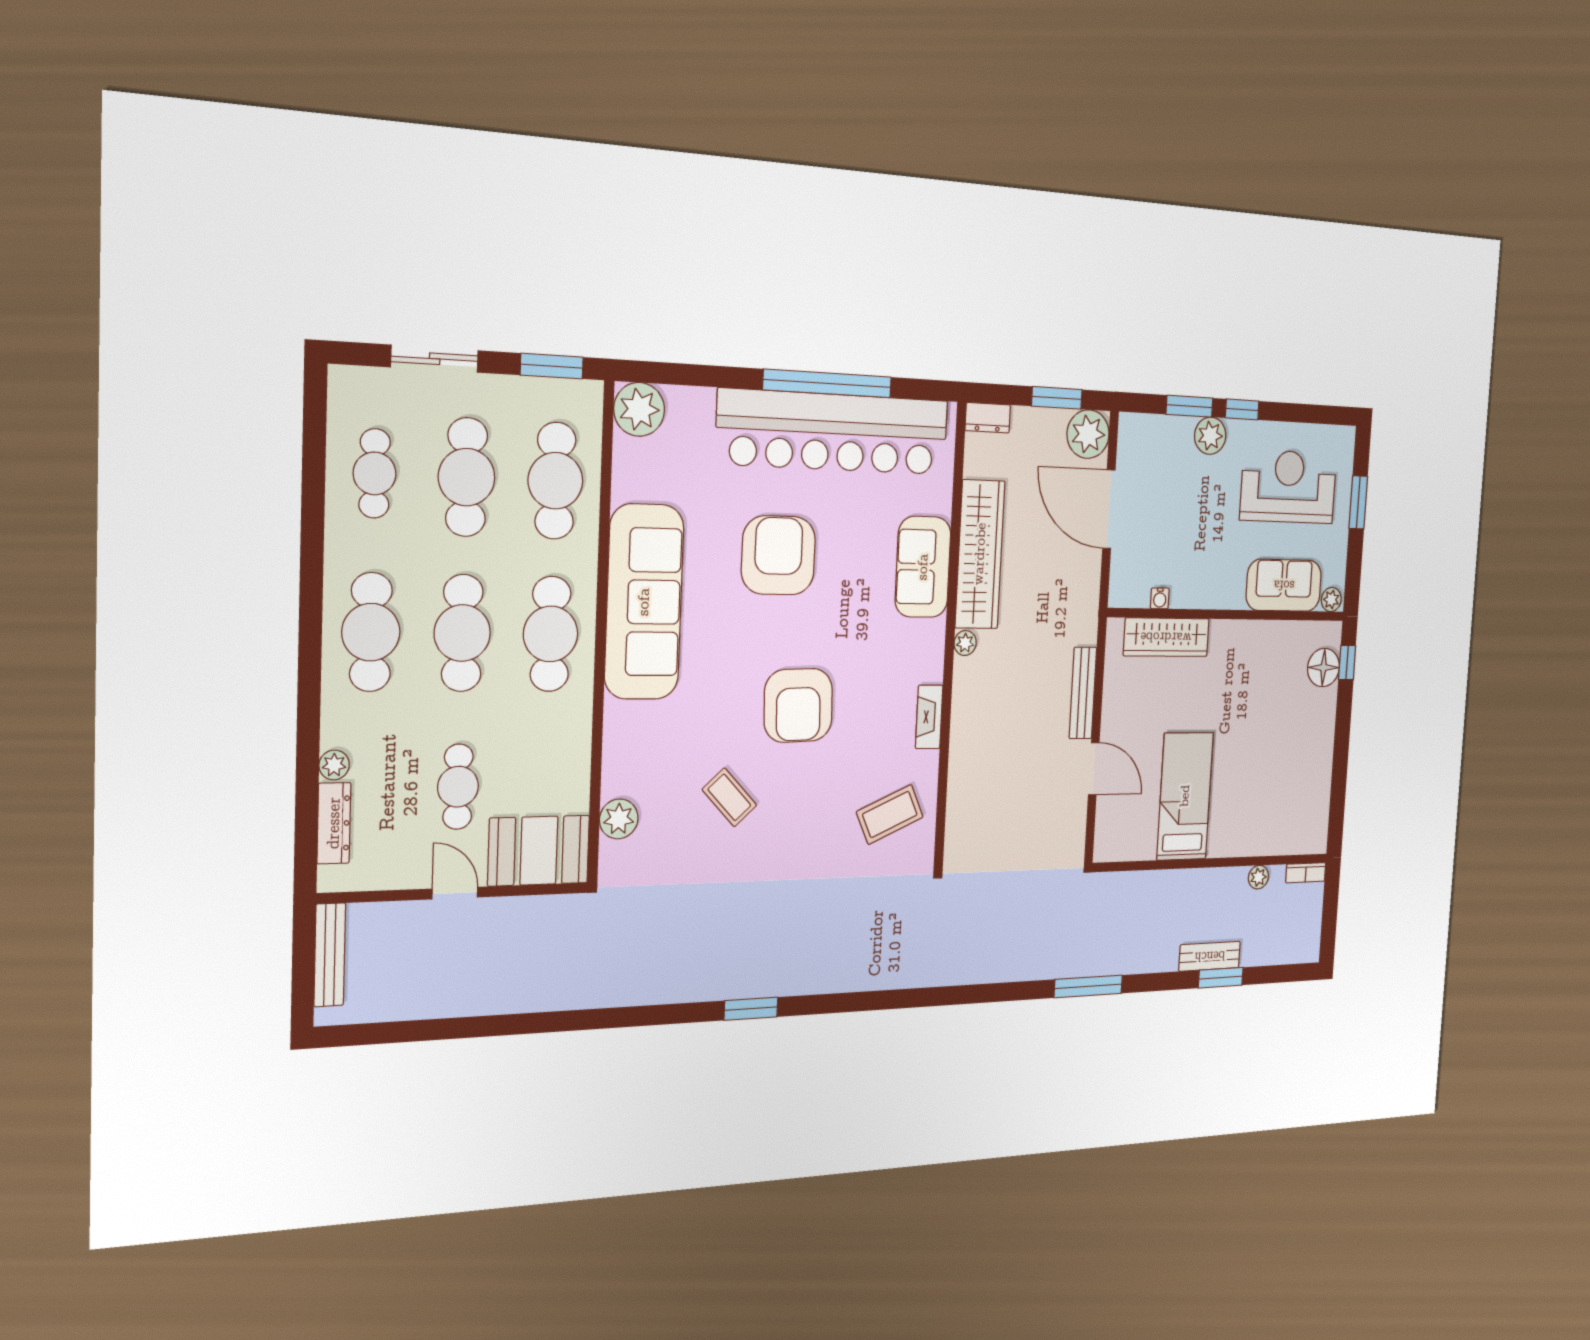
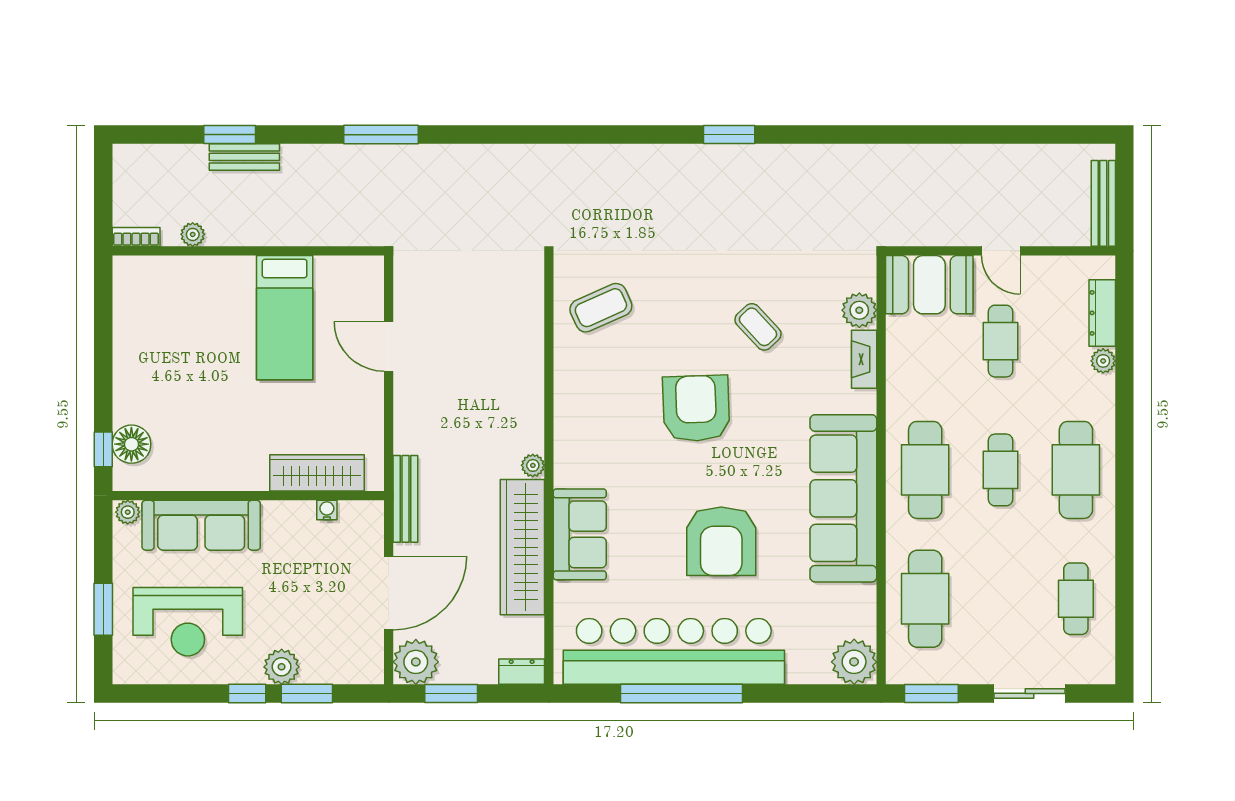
cafe table: (467, 477) -> (1001, 599), removed
door: (1109, 509) -> (389, 593), hinge flipped
sofa: (1284, 585) -> (201, 525), width x1.36
cafe table: (462, 633) -> (1001, 470), width x0.73, depth x0.74
bench: (1083, 693) -> (405, 499), moved
fireplace: (929, 717) -> (864, 359), moved, turned 180

